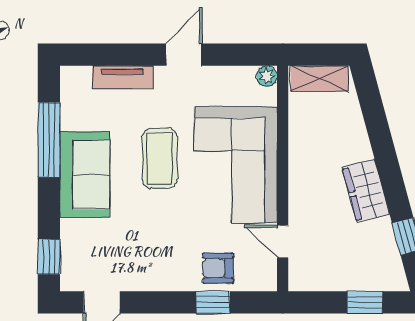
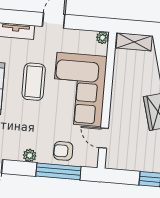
plant: (163, 280) -> (30, 155), added
window: (213, 302) -> (58, 171), width x2.17

